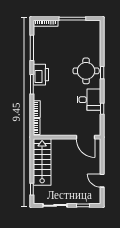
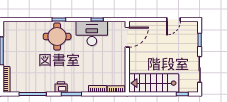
printer: (41, 75) -> (61, 87), width x0.53, depth x0.68
desk: (89, 100) -> (92, 33), width x1.37

